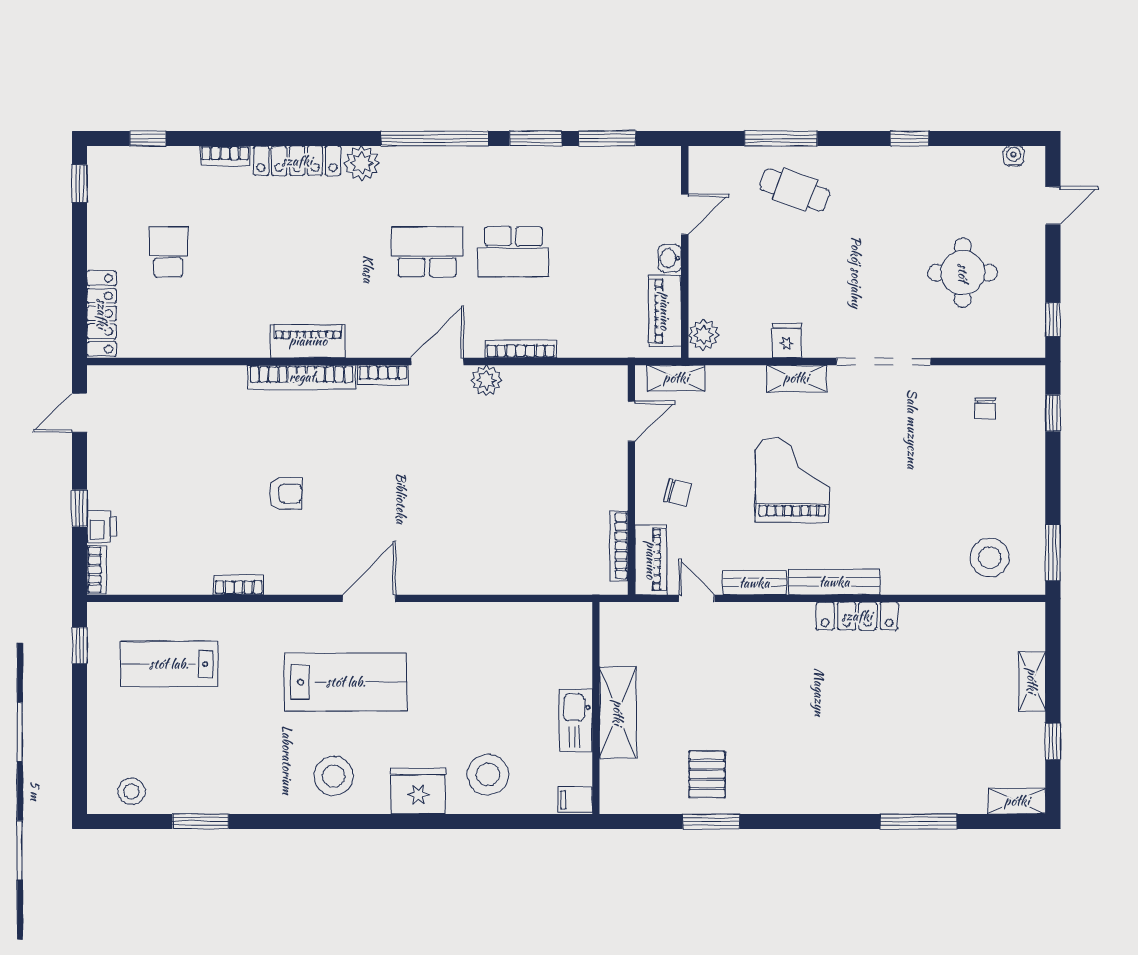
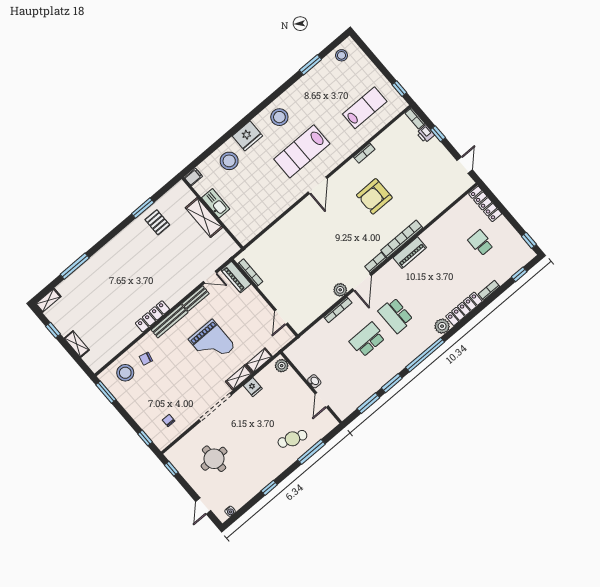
school desk: (168, 252) -> (481, 243), turned 180
school desk: (427, 252) -> (396, 315), turned 90
piano: (665, 311) -> (301, 363), removed
shelving: (676, 378) -> (259, 360), moved
chair: (678, 493) -> (146, 359), moved
armchair: (286, 494) -> (374, 196), width x1.88, depth x1.88

